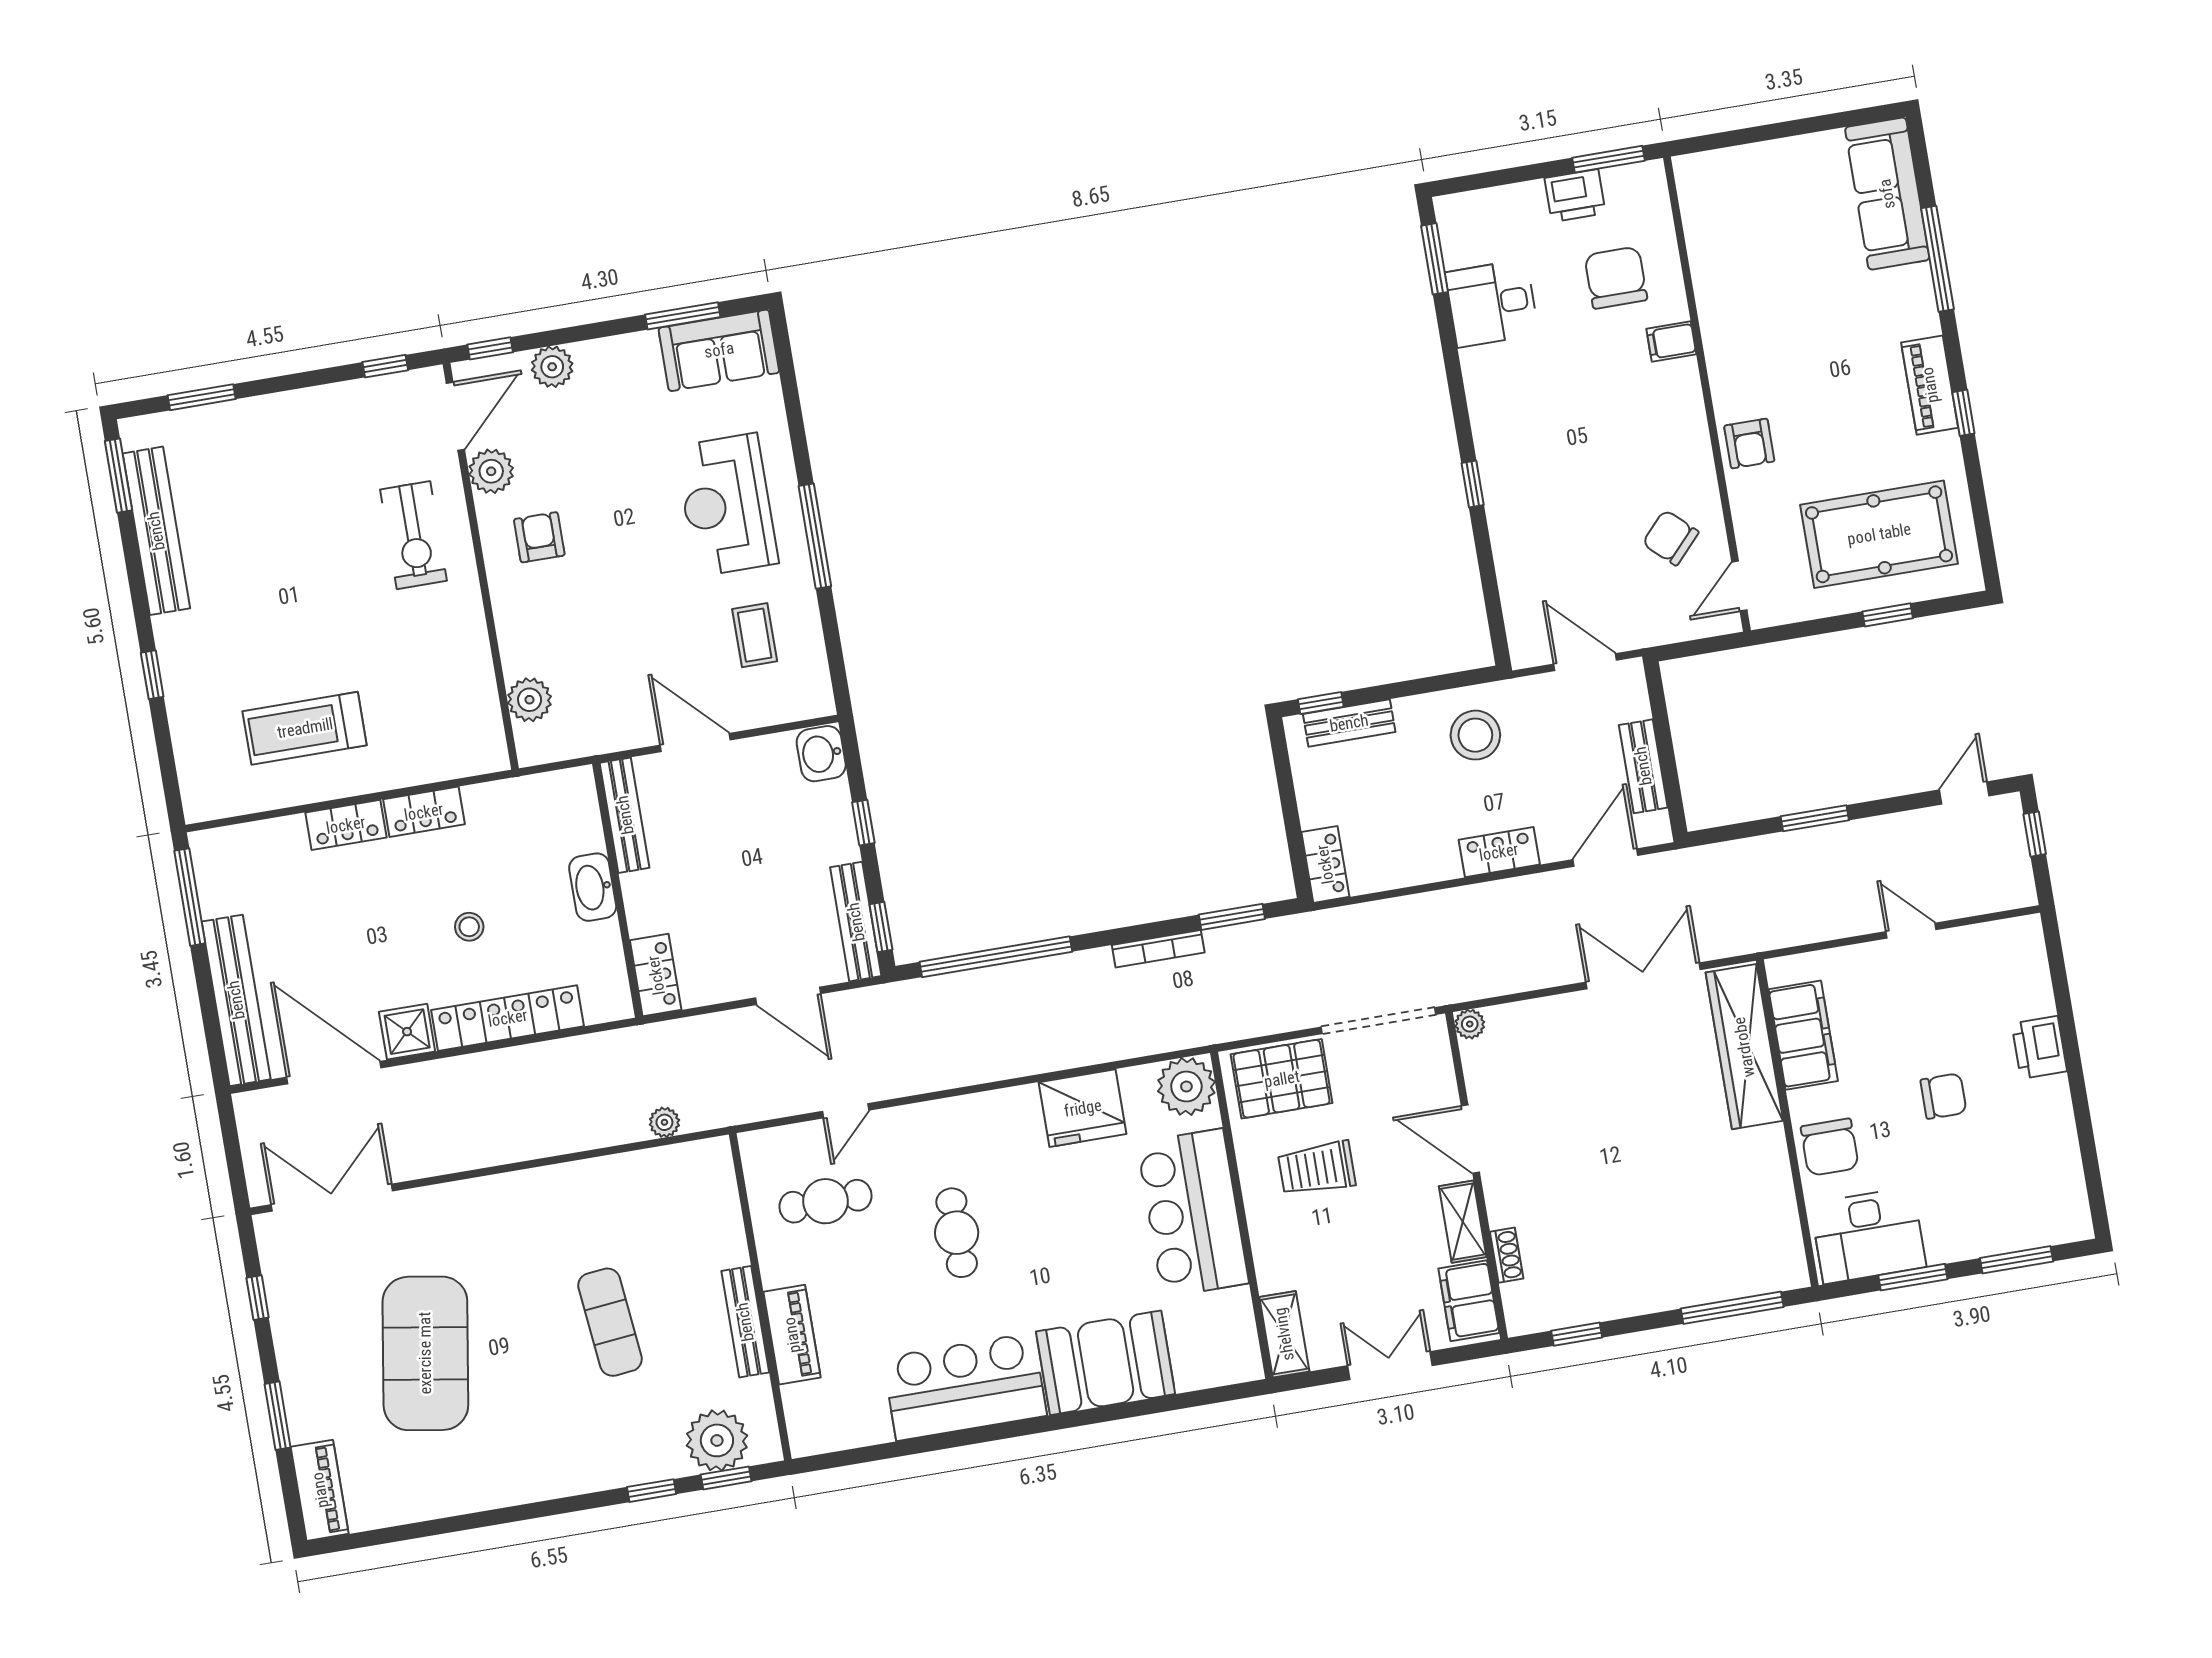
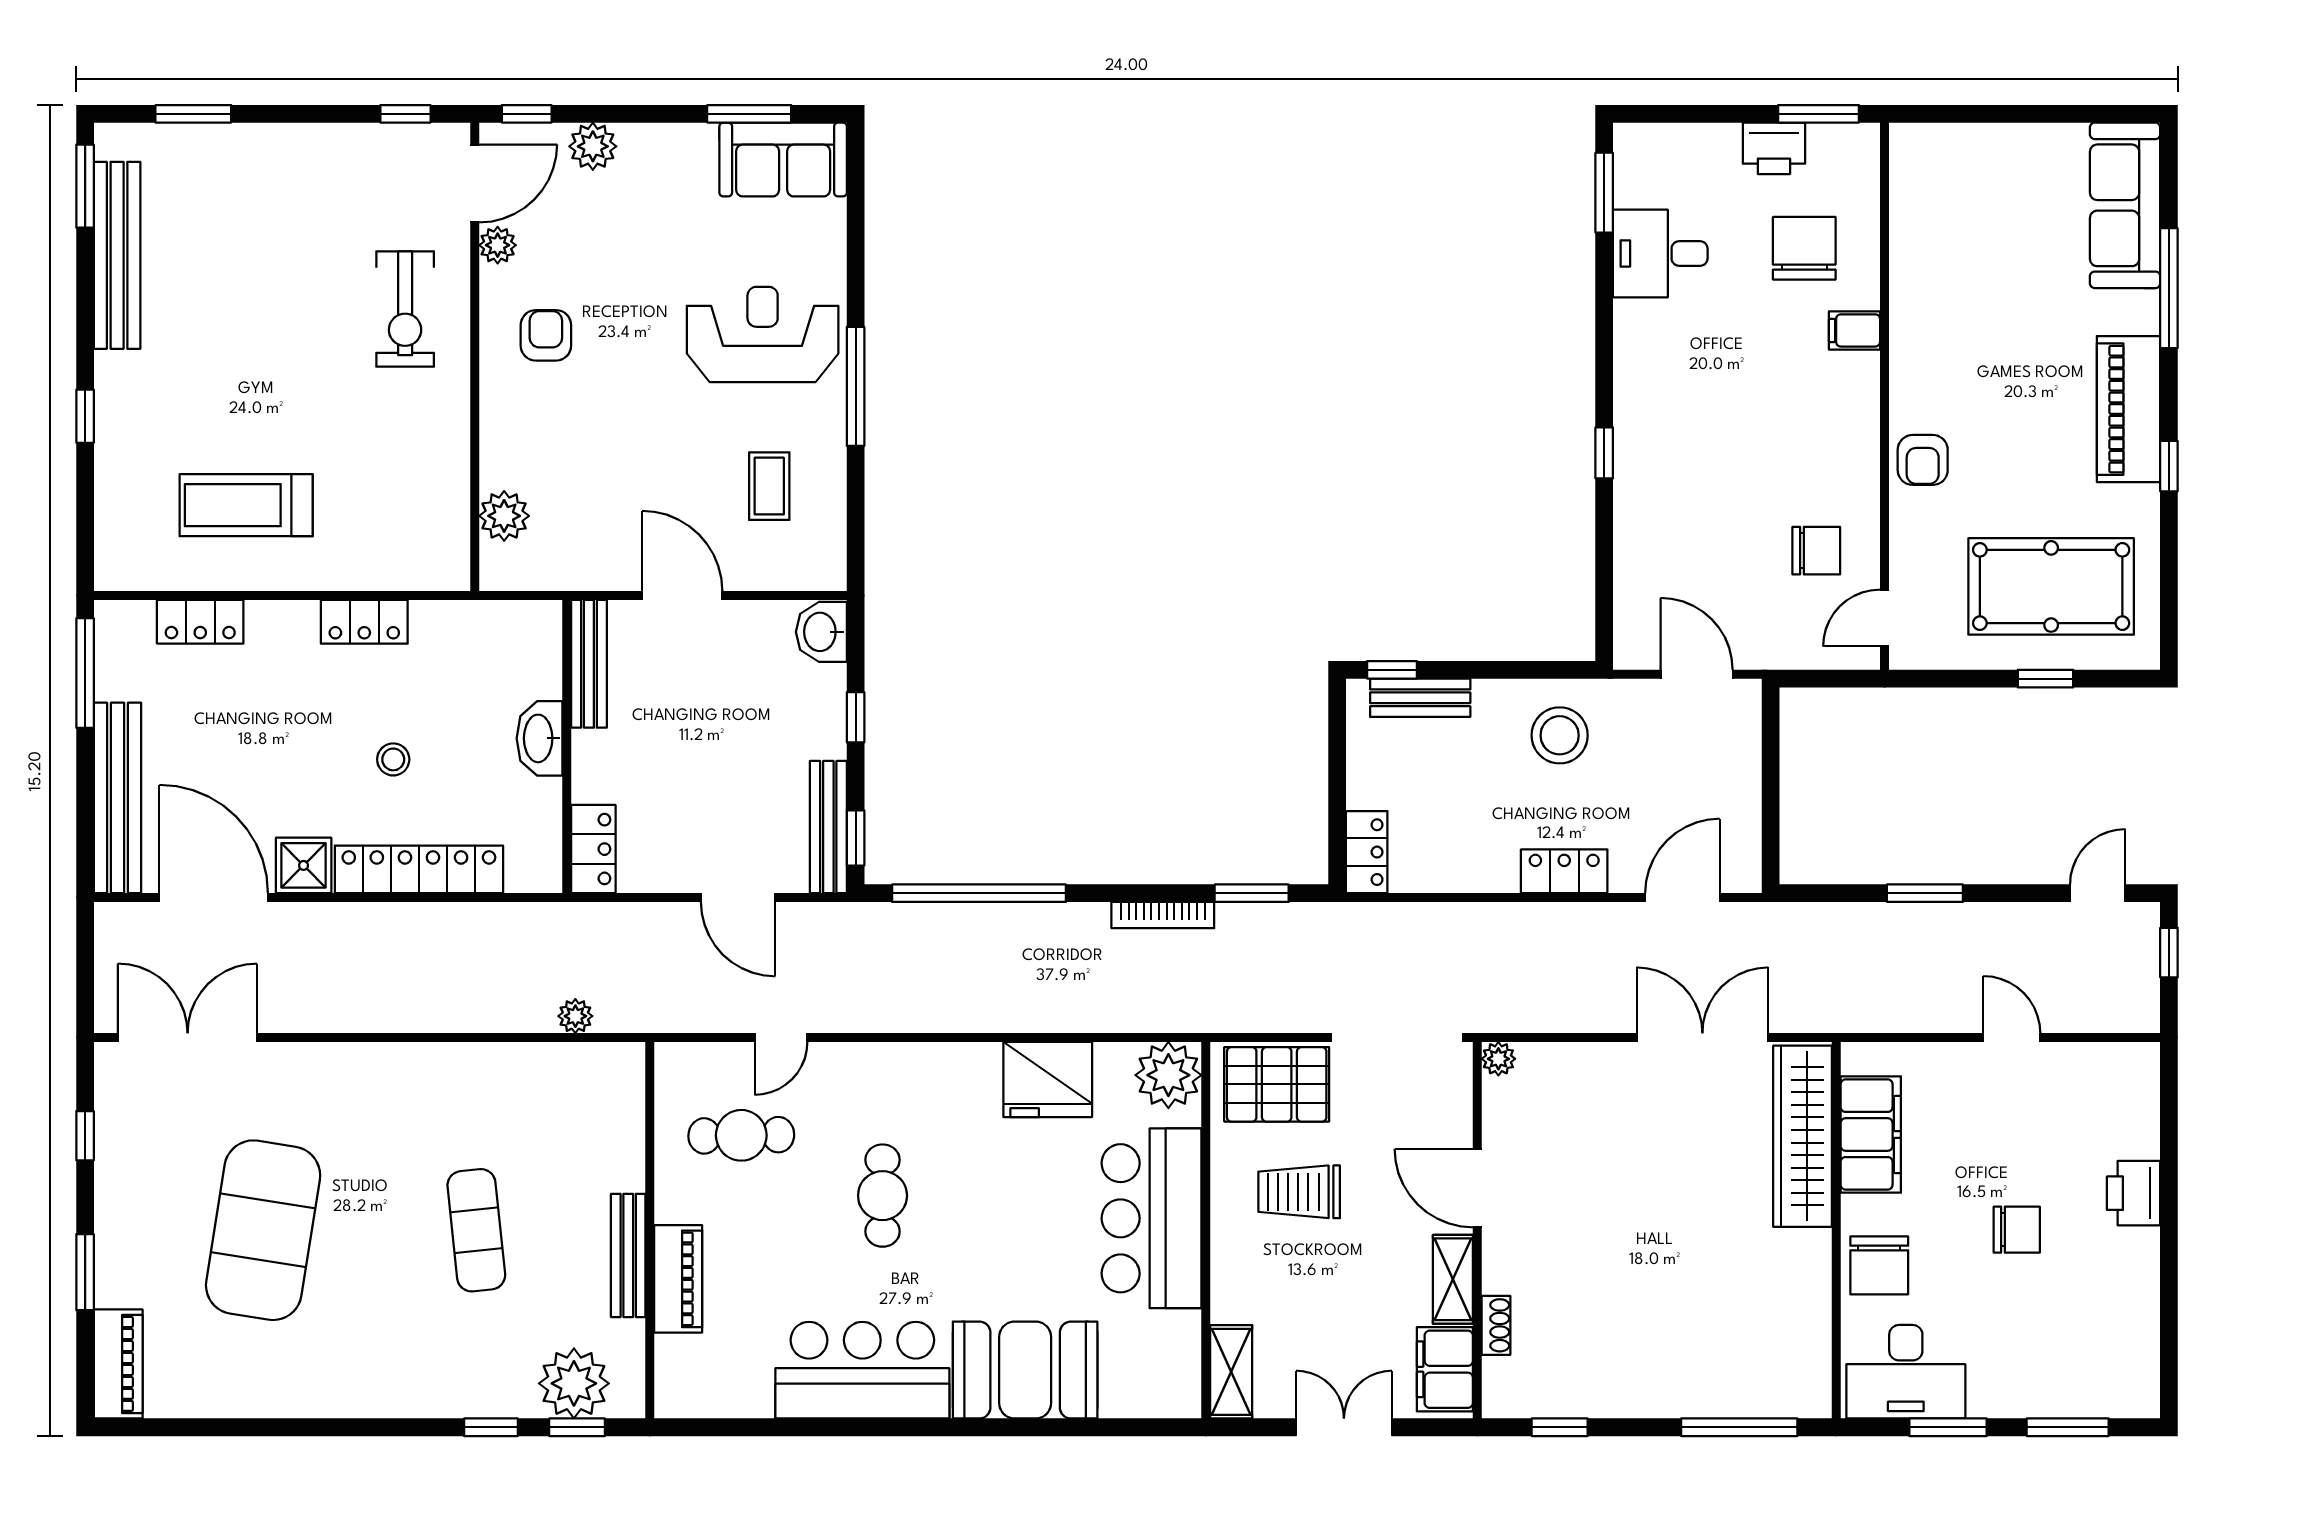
piano: (1930, 385) -> (2129, 409), width x1.37, depth x1.33
plant: (491, 471) -> (498, 245), width x0.73, depth x0.73
reception desk: (727, 505) -> (763, 334), turned 90
chair: (1670, 538) -> (1816, 551), turned 137
bench: (1643, 766) -> (1742, 802), removed
locker: (346, 825) -> (200, 622), moved

